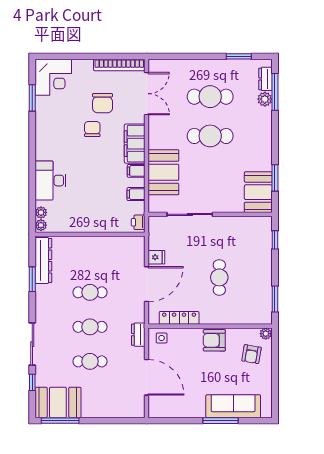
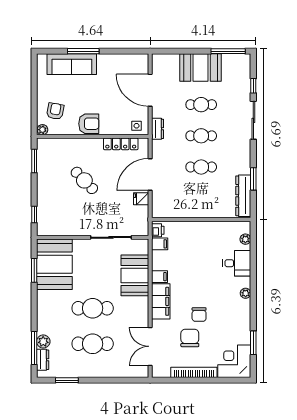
bookcase: (119, 65) -> (194, 372), moved
desk: (51, 181) -> (237, 263), width x0.73
booth: (258, 192) -> (54, 264), width x1.36, depth x1.42
filing cabinet: (136, 194) -> (160, 244), moved
plant: (41, 225) -> (246, 293), moved
cafe table: (219, 277) -> (84, 180), turned -44
booth: (58, 402) -> (200, 68), moved

